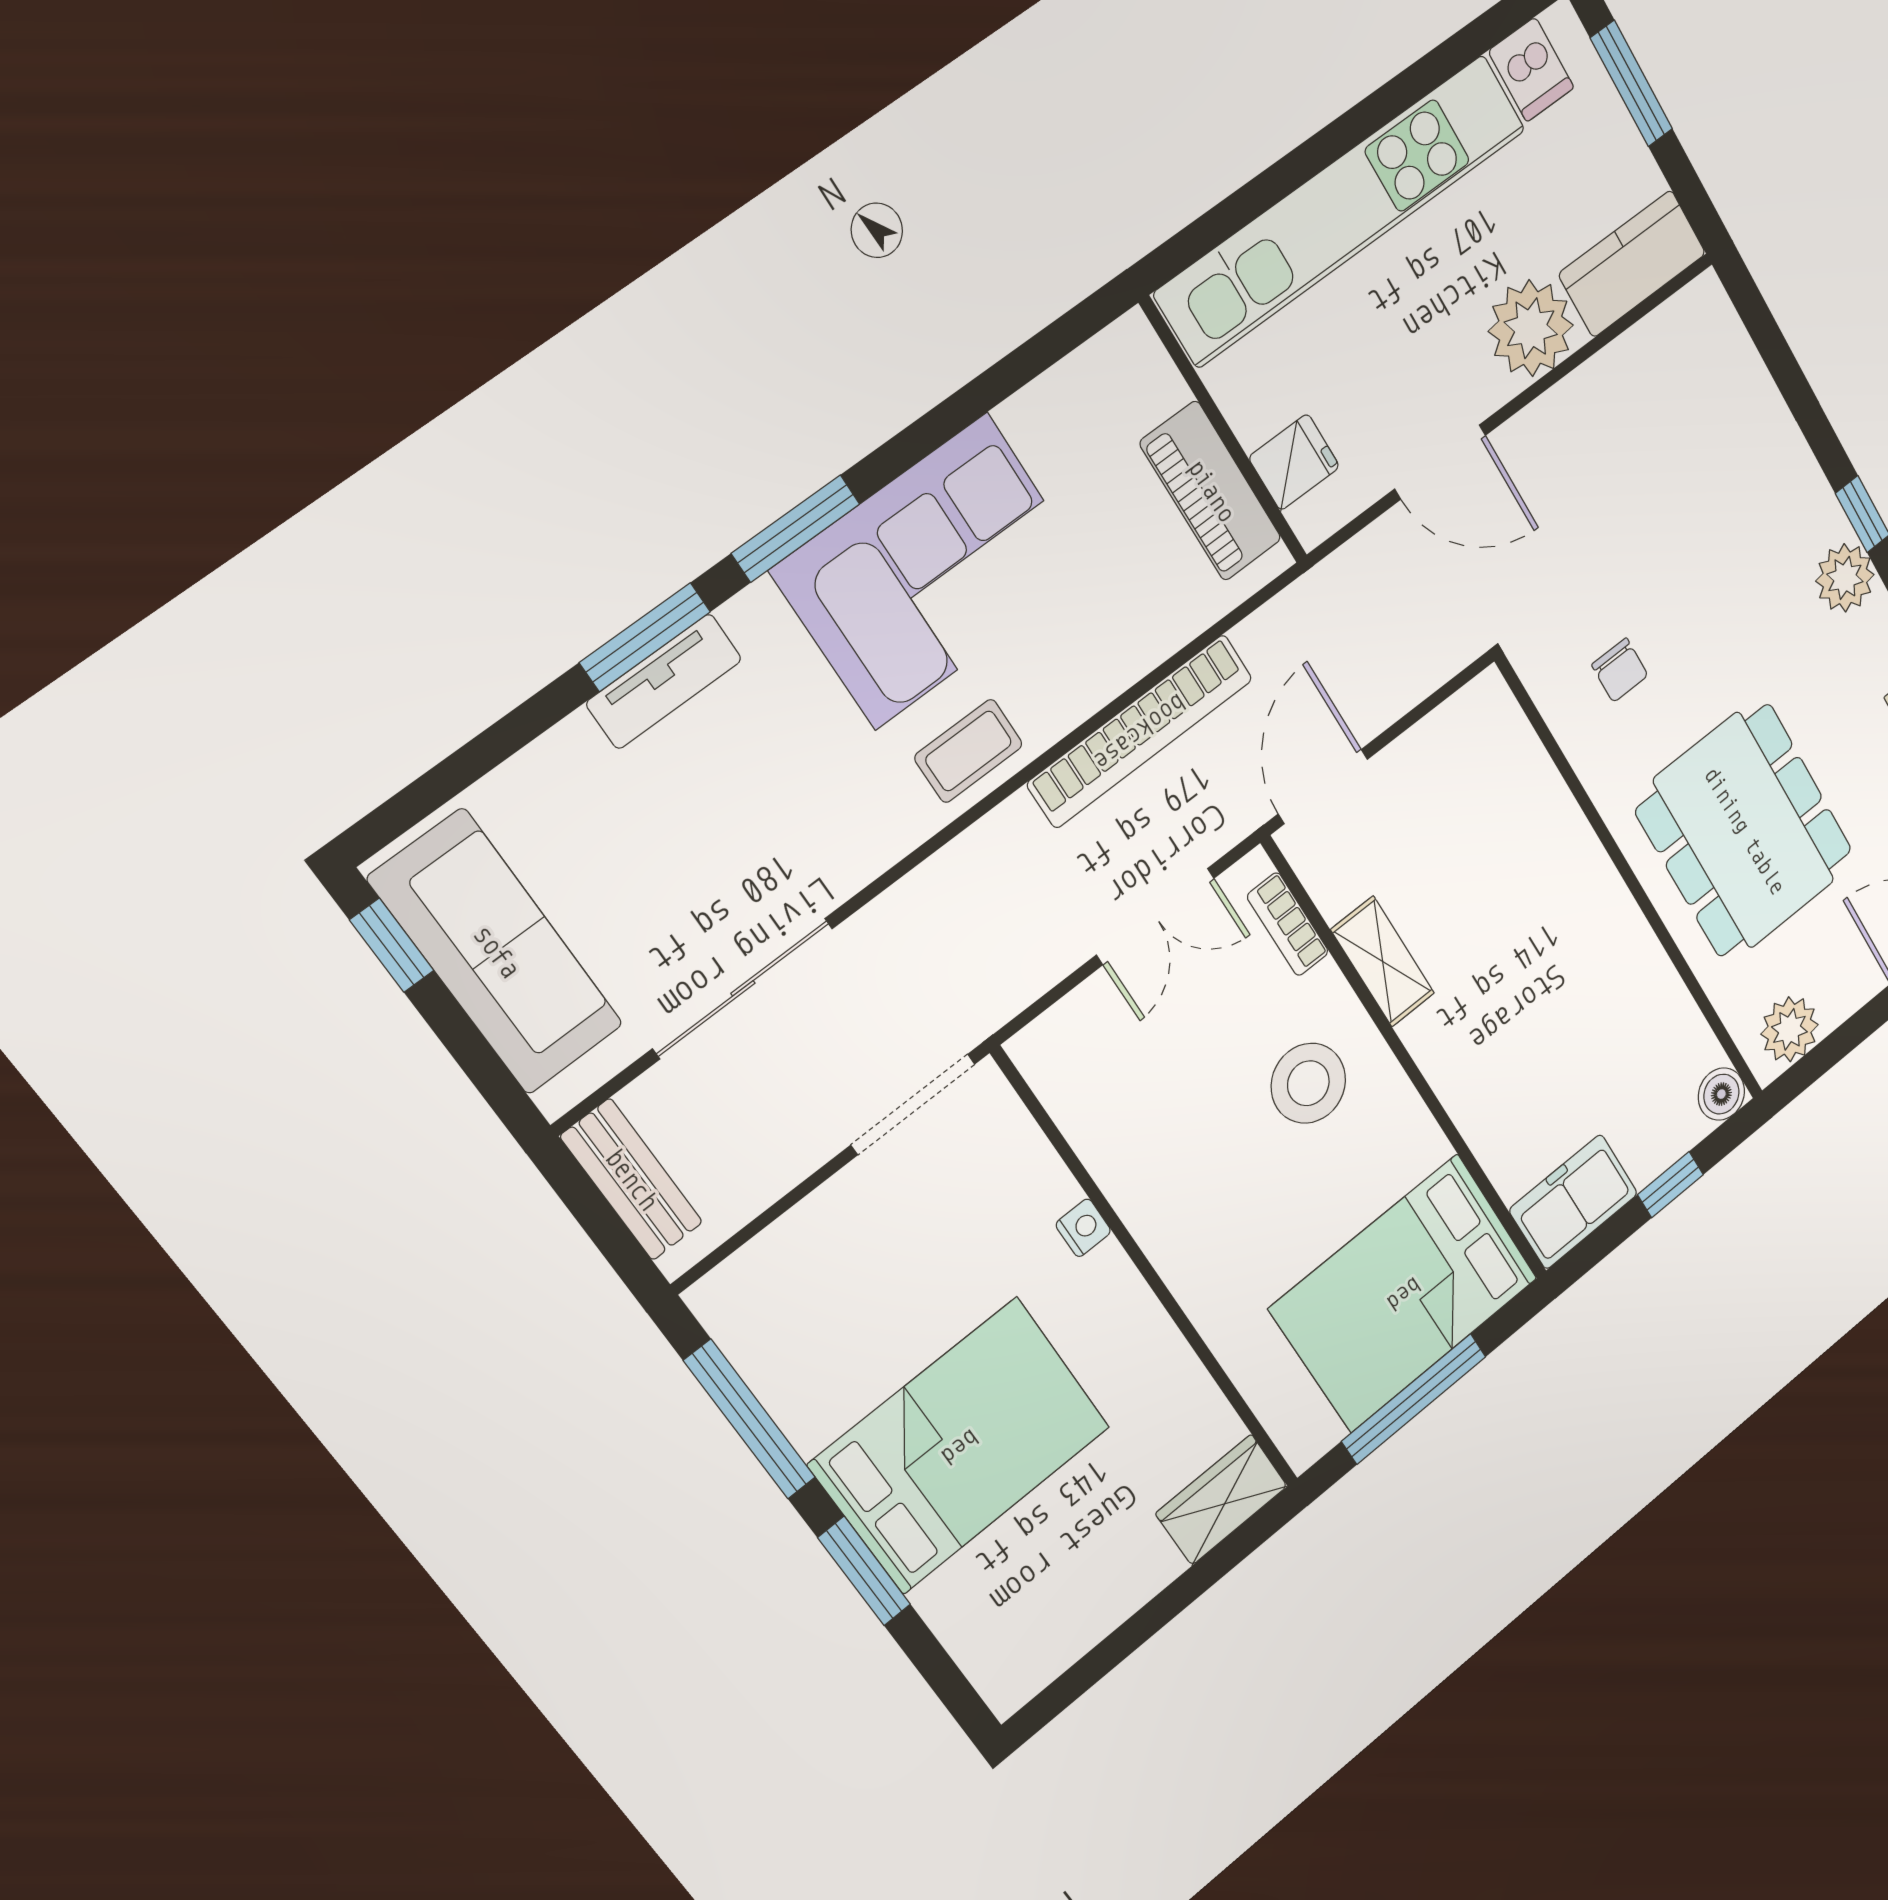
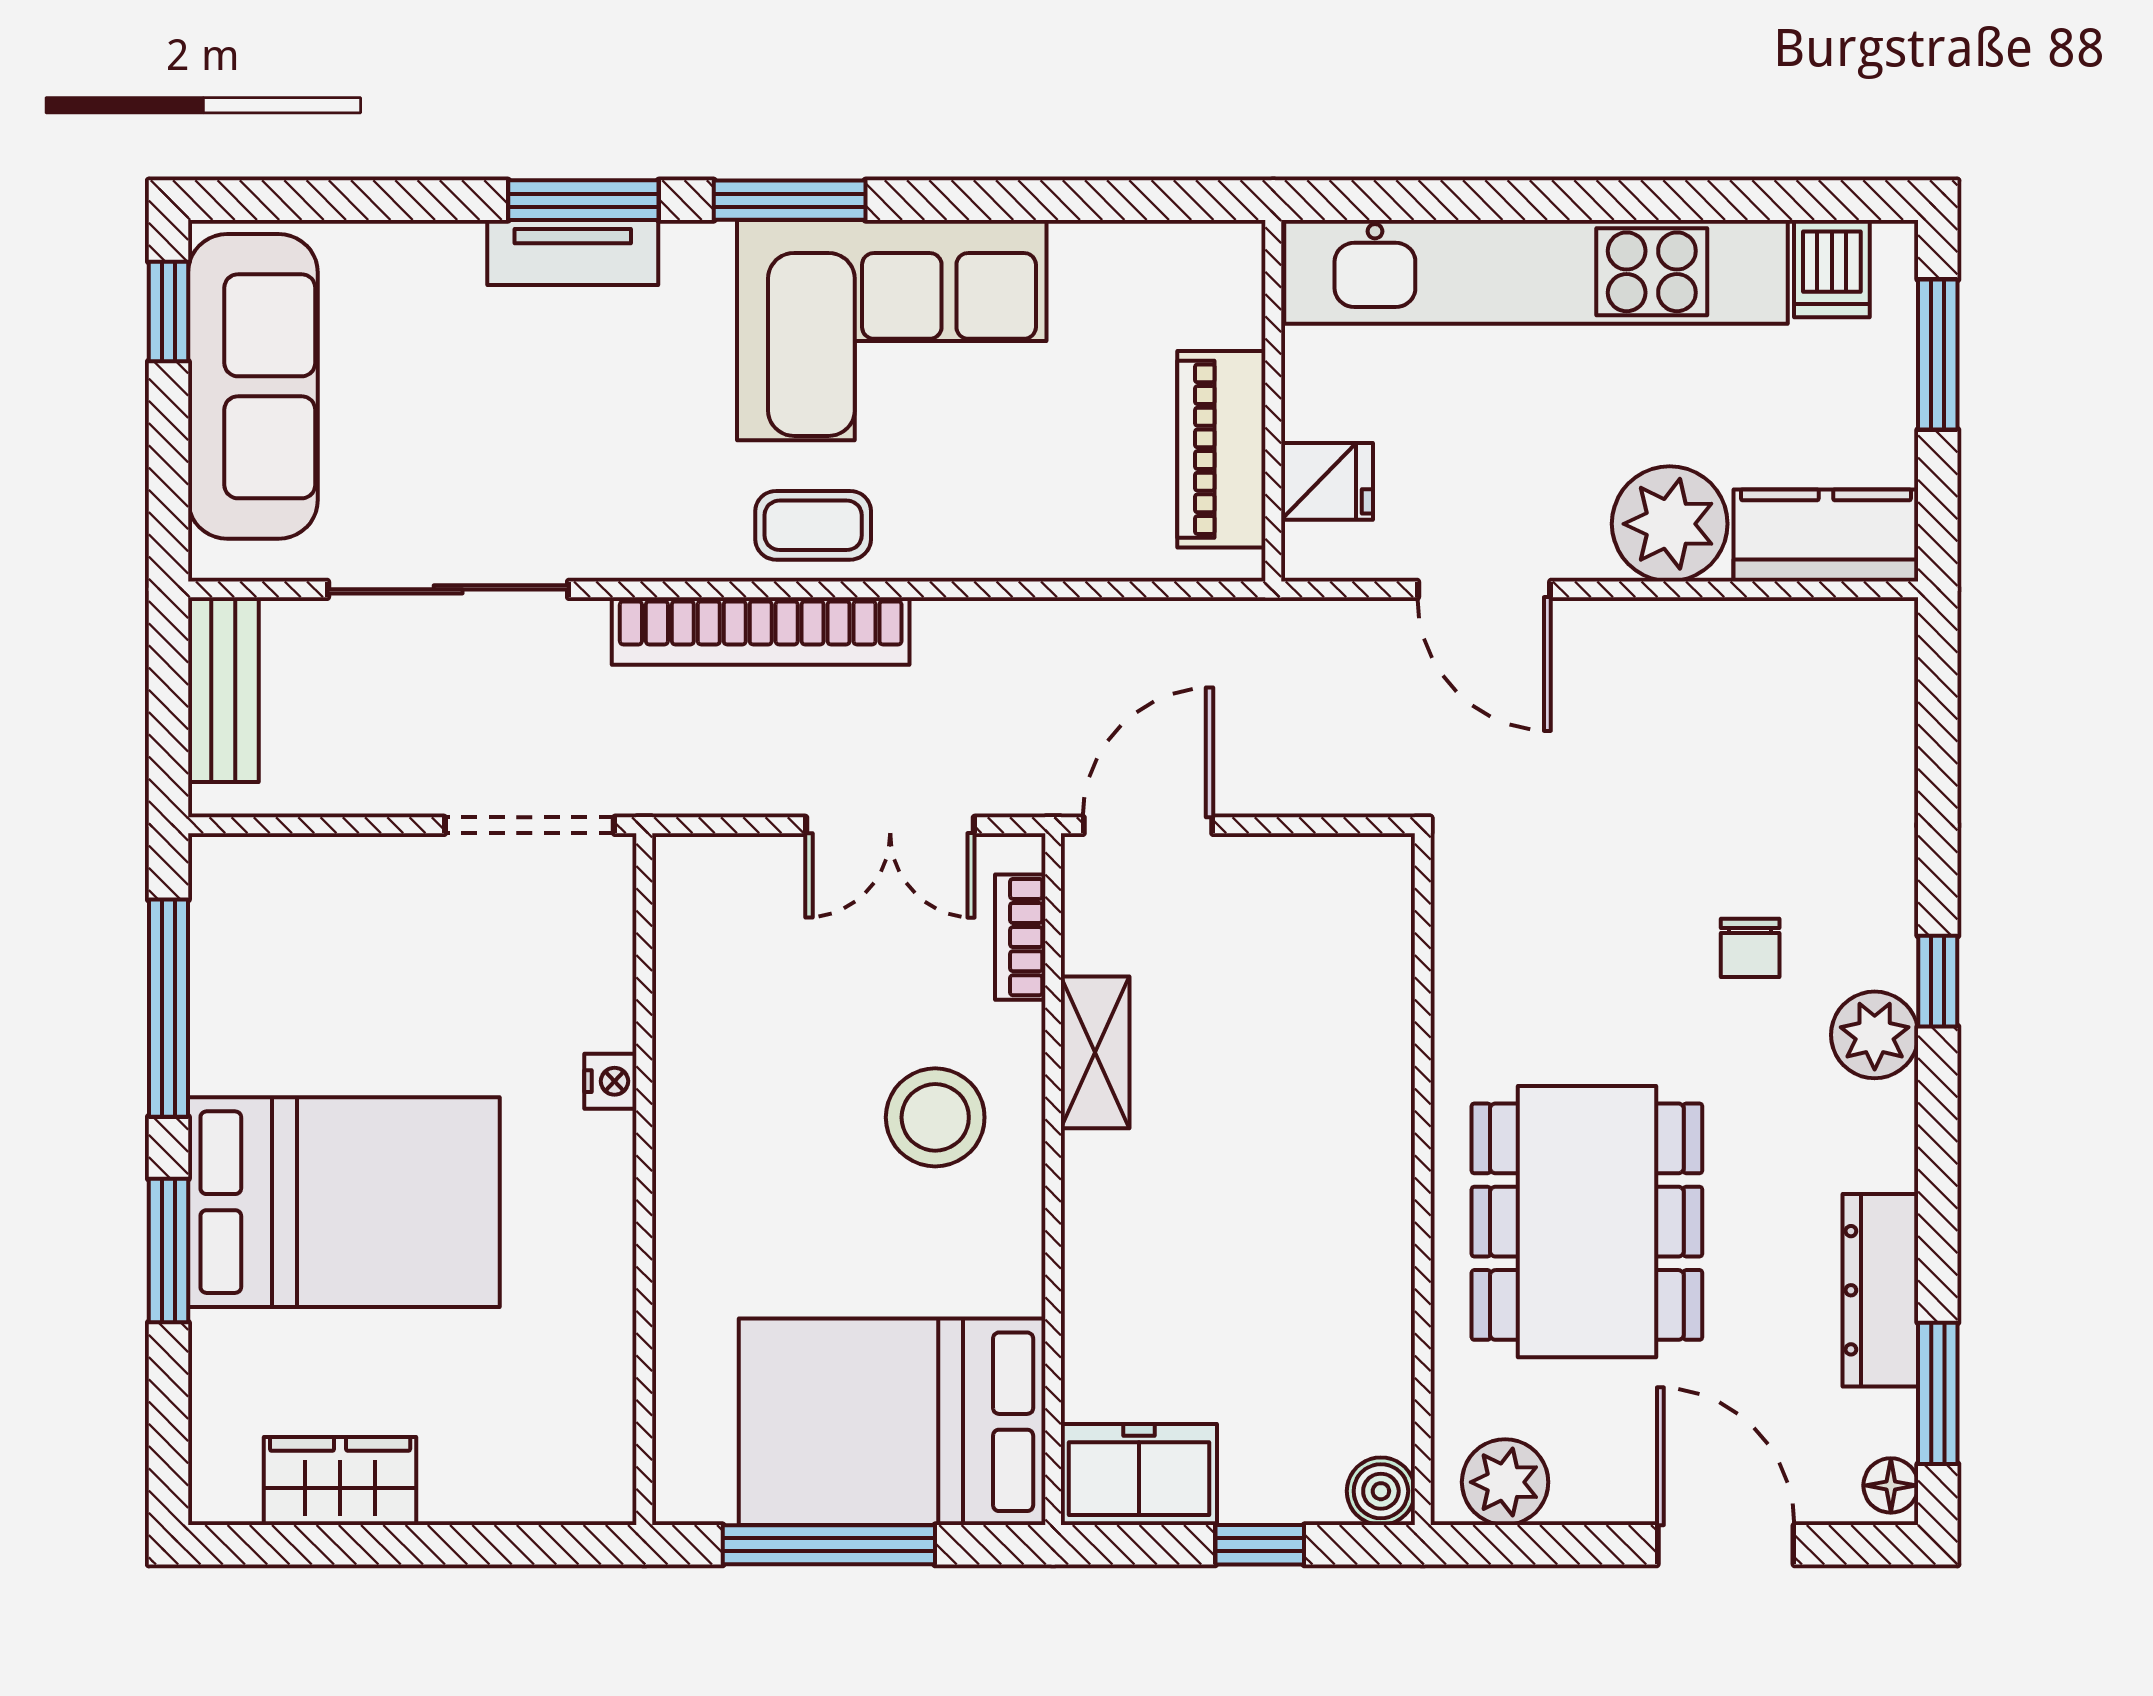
chair: (1620, 670) -> (1750, 948), moved
bookcase: (1140, 731) -> (761, 631), moved
wardrobe: (1222, 1500) -> (340, 1481), moved

